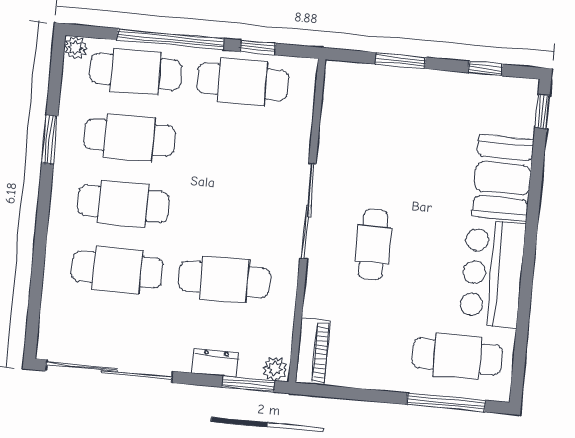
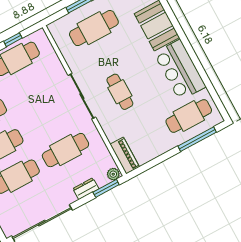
cafe table: (400, 115) -> (94, 28), added

